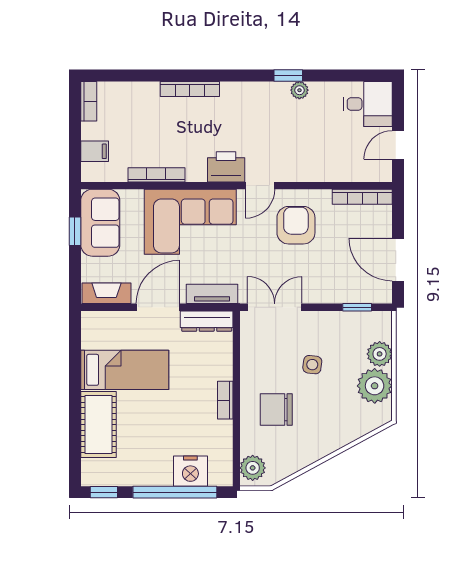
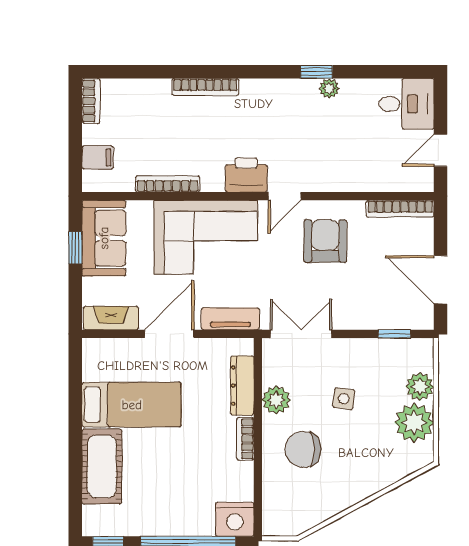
dresser: (207, 321) -> (242, 386), moved, turned 90
plant: (253, 468) -> (276, 400), moved
nightstand: (190, 471) -> (235, 519), moved

